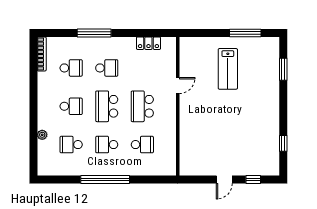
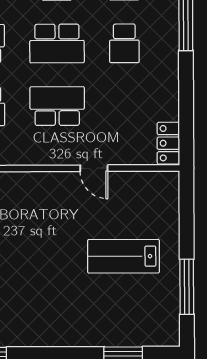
locker: (148, 43) -> (168, 143), moved
school desk: (107, 106) -> (57, 44), turned 180

